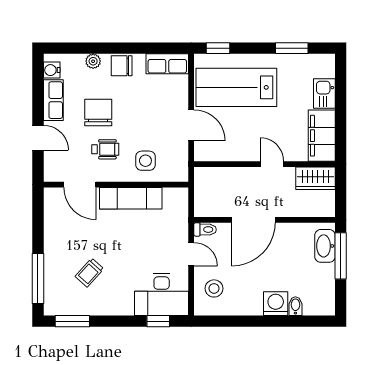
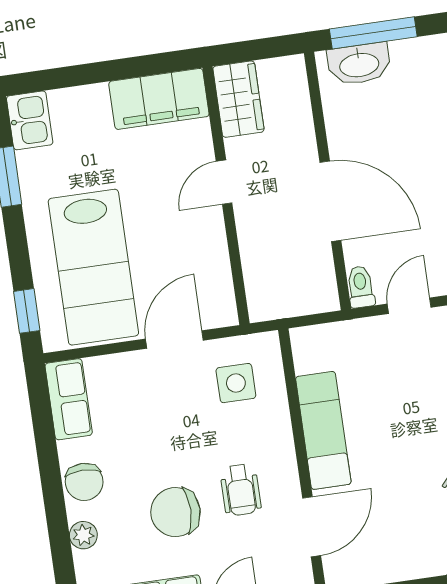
kitchen sink: (324, 94) -> (30, 120), moved, turned -90
wheelchair: (105, 149) -> (241, 490), turned 180
side table: (145, 161) -> (236, 383), moved

